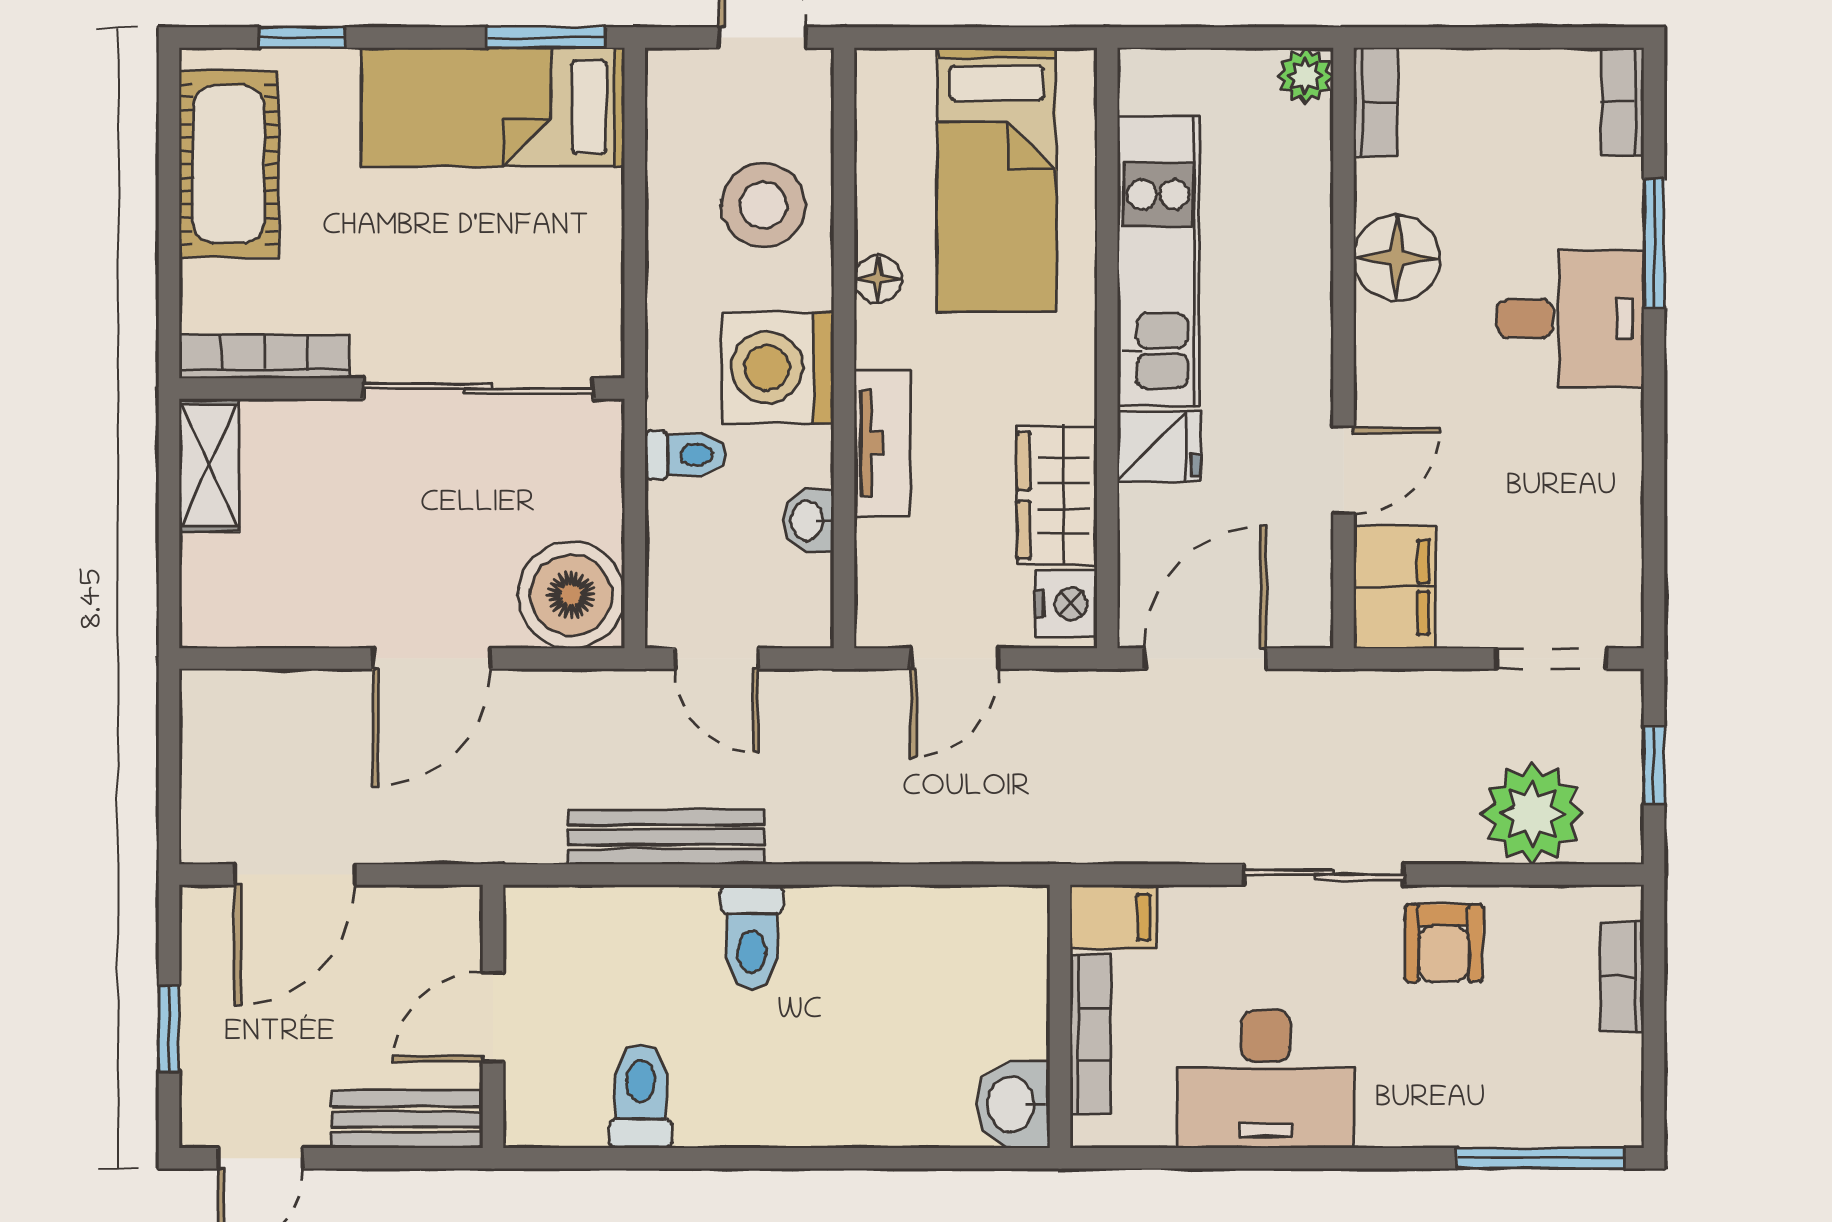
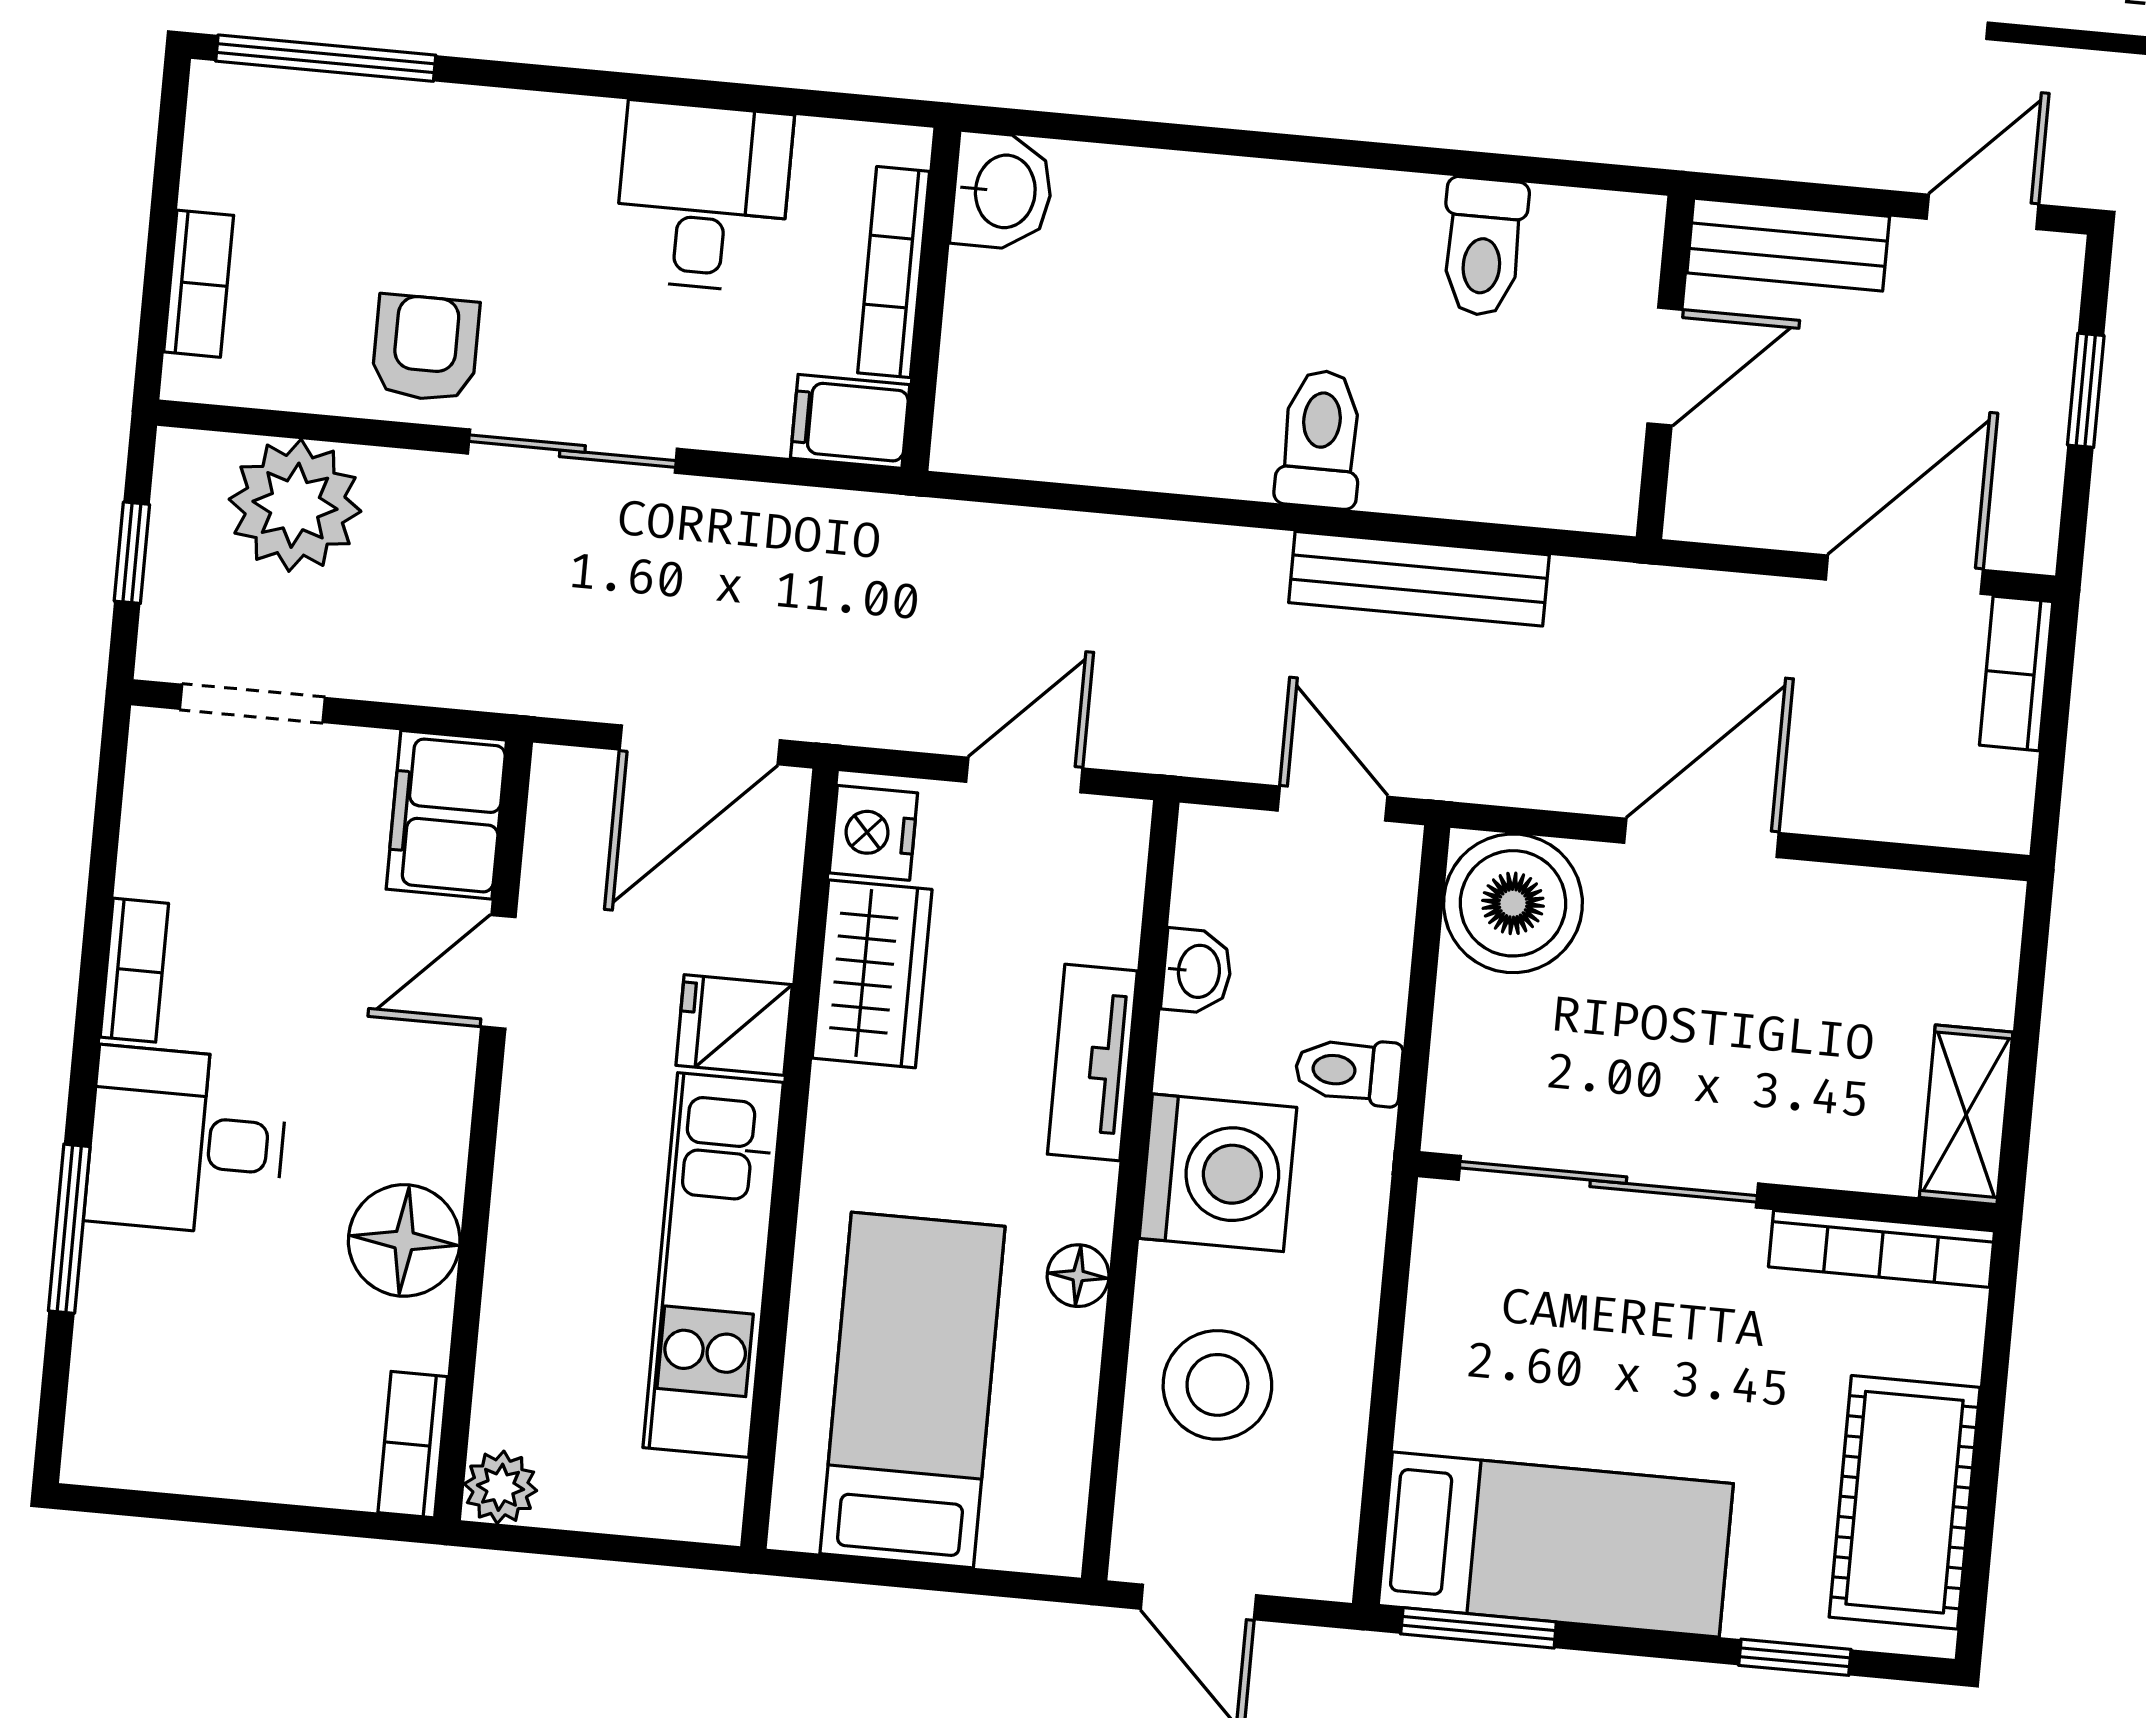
bookcase: (1622, 101) -> (134, 970), moved
bookcase: (202, 807) -> (2016, 673), added
desk: (1266, 1079) -> (703, 197), width x0.73

